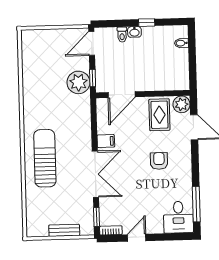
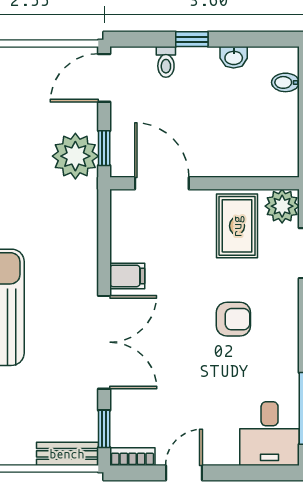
window: (147, 23) -> (192, 39), moved
washbasin: (134, 32) -> (234, 57), moved
door: (122, 95) -> (162, 183), swing flipped
armchair: (159, 161) -> (233, 319), turned 90
bench: (64, 230) -> (67, 454), moved

